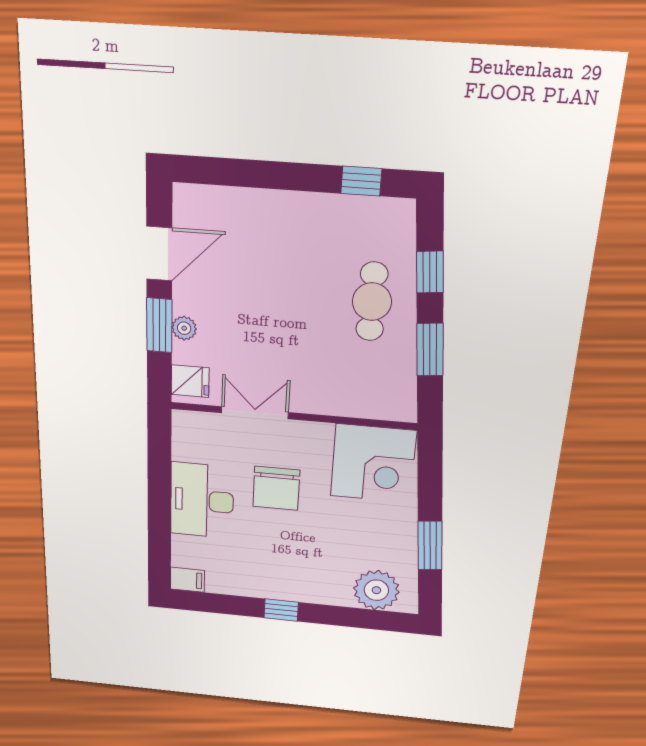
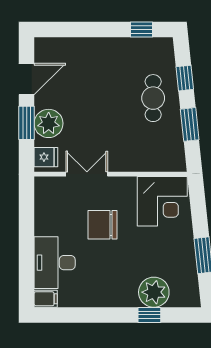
plant: (184, 328) -> (49, 123), width x1.88, depth x1.88
chair: (276, 488) -> (102, 225), turned 90
desk: (202, 501) -> (55, 263), moved
plant: (376, 590) -> (154, 292), moved
window: (281, 610) -> (149, 315), moved

